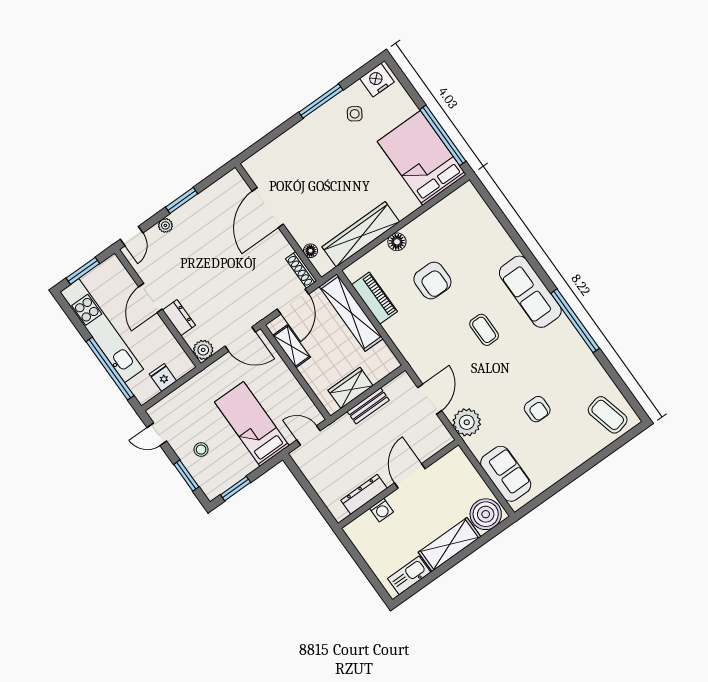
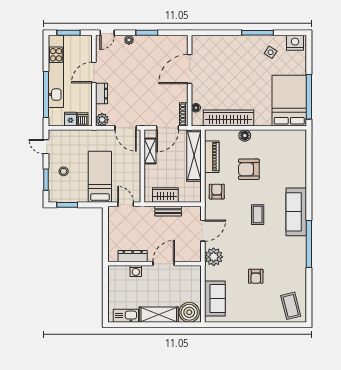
armchair: (432, 281) -> (249, 169), turned 90
armchair: (412, 337) -> (217, 192), added
dishwasher: (178, 367) -> (83, 119), added

